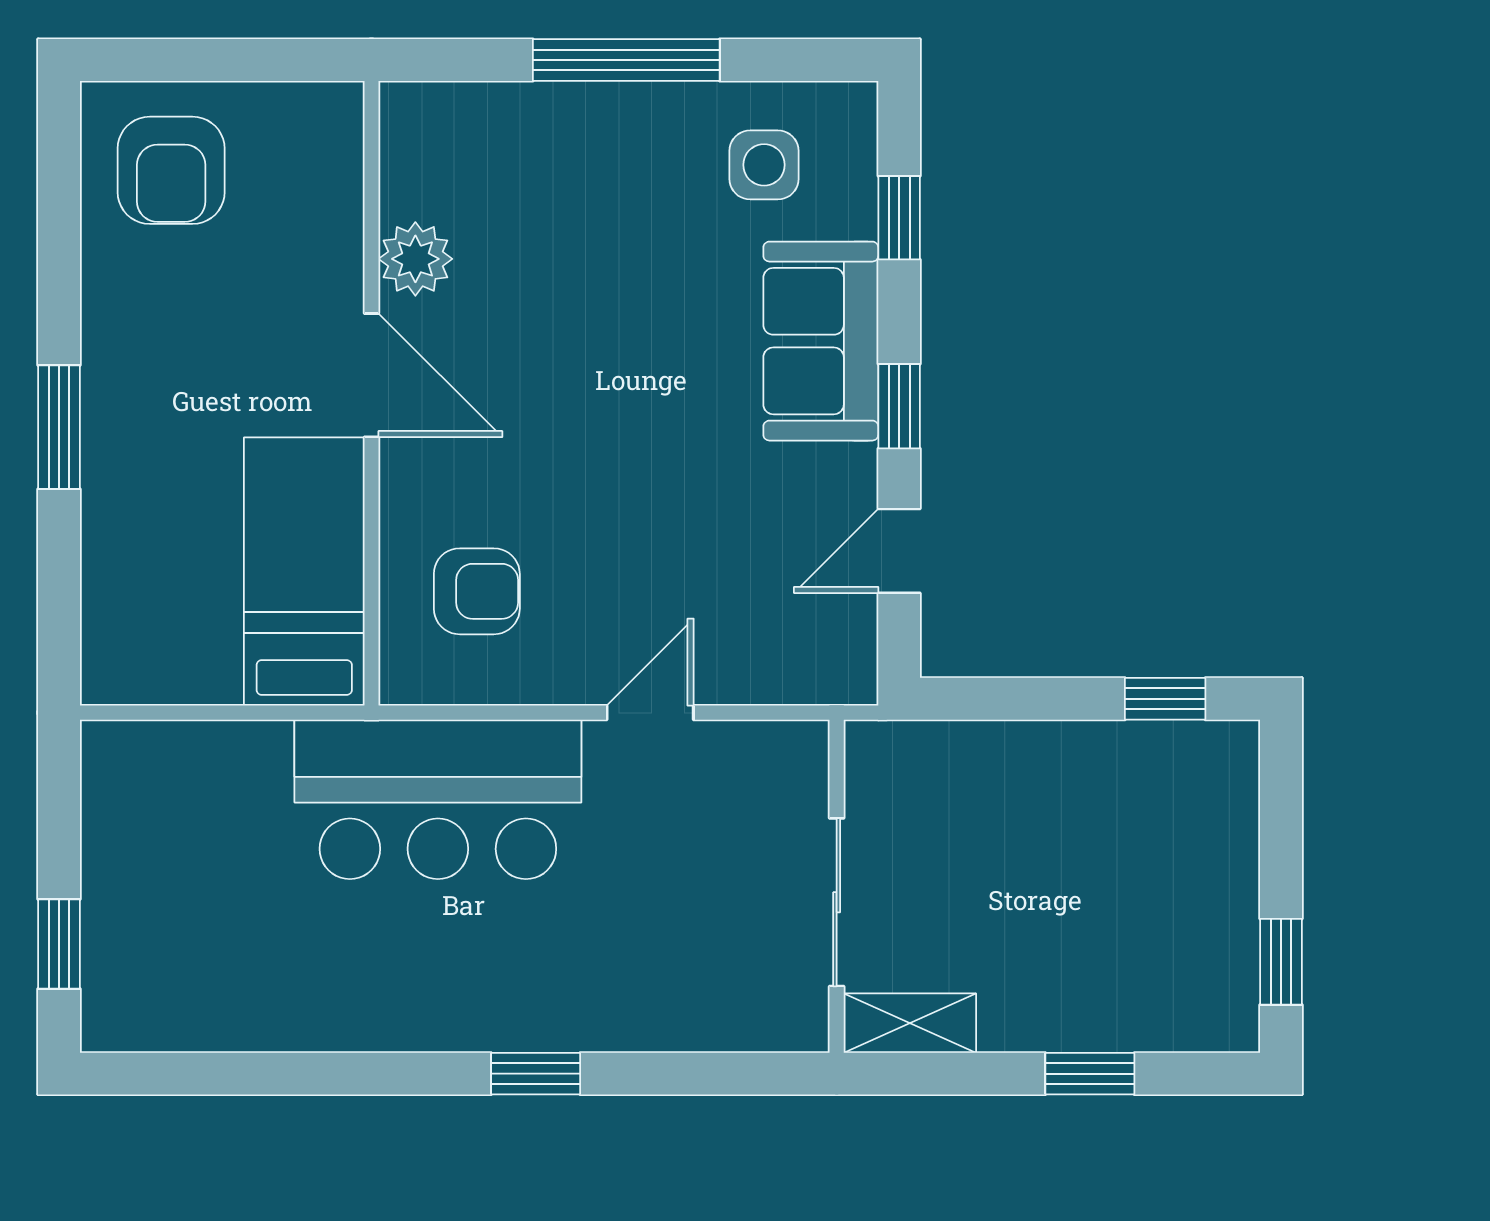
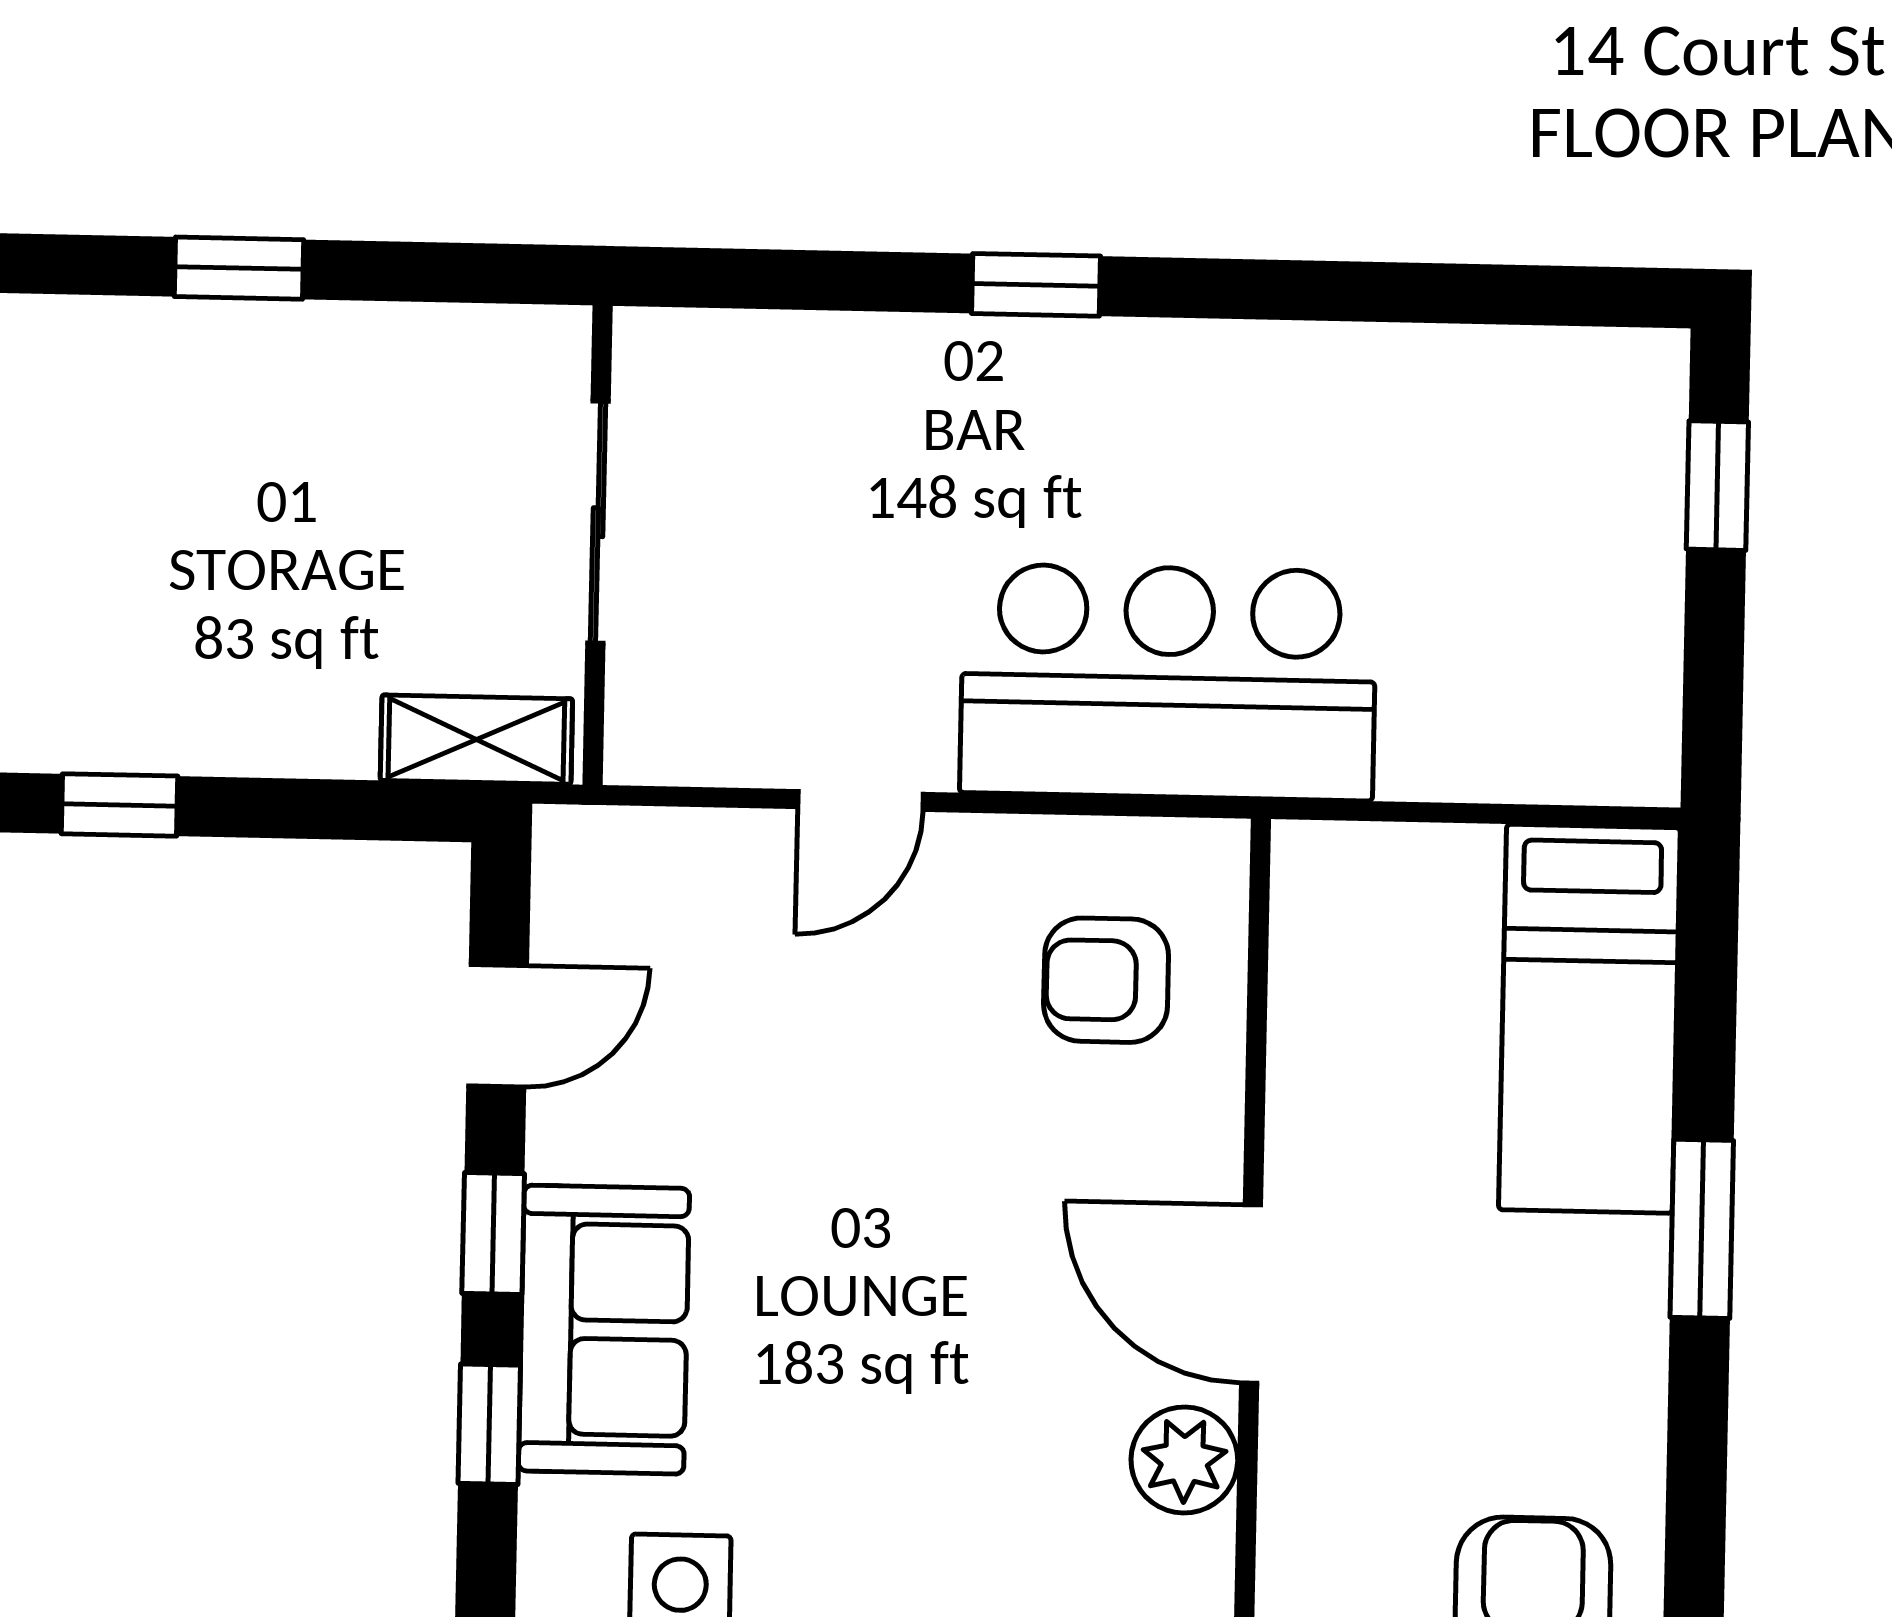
window: (899, 218) -> (489, 1424), moved
bed: (304, 572) -> (1589, 1019), moved
shelving: (910, 1023) -> (476, 740), moved

